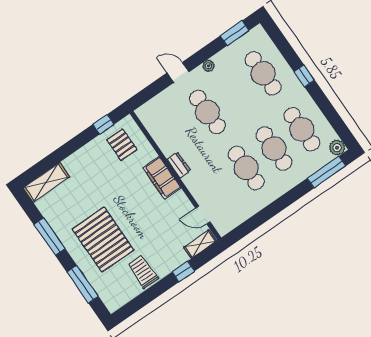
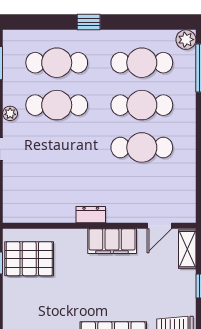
cafe table: (207, 112) -> (57, 105), moved
pallet: (122, 145) -> (29, 259), width x1.50, depth x1.42
filing cabinet: (162, 178) -> (112, 241), moved

